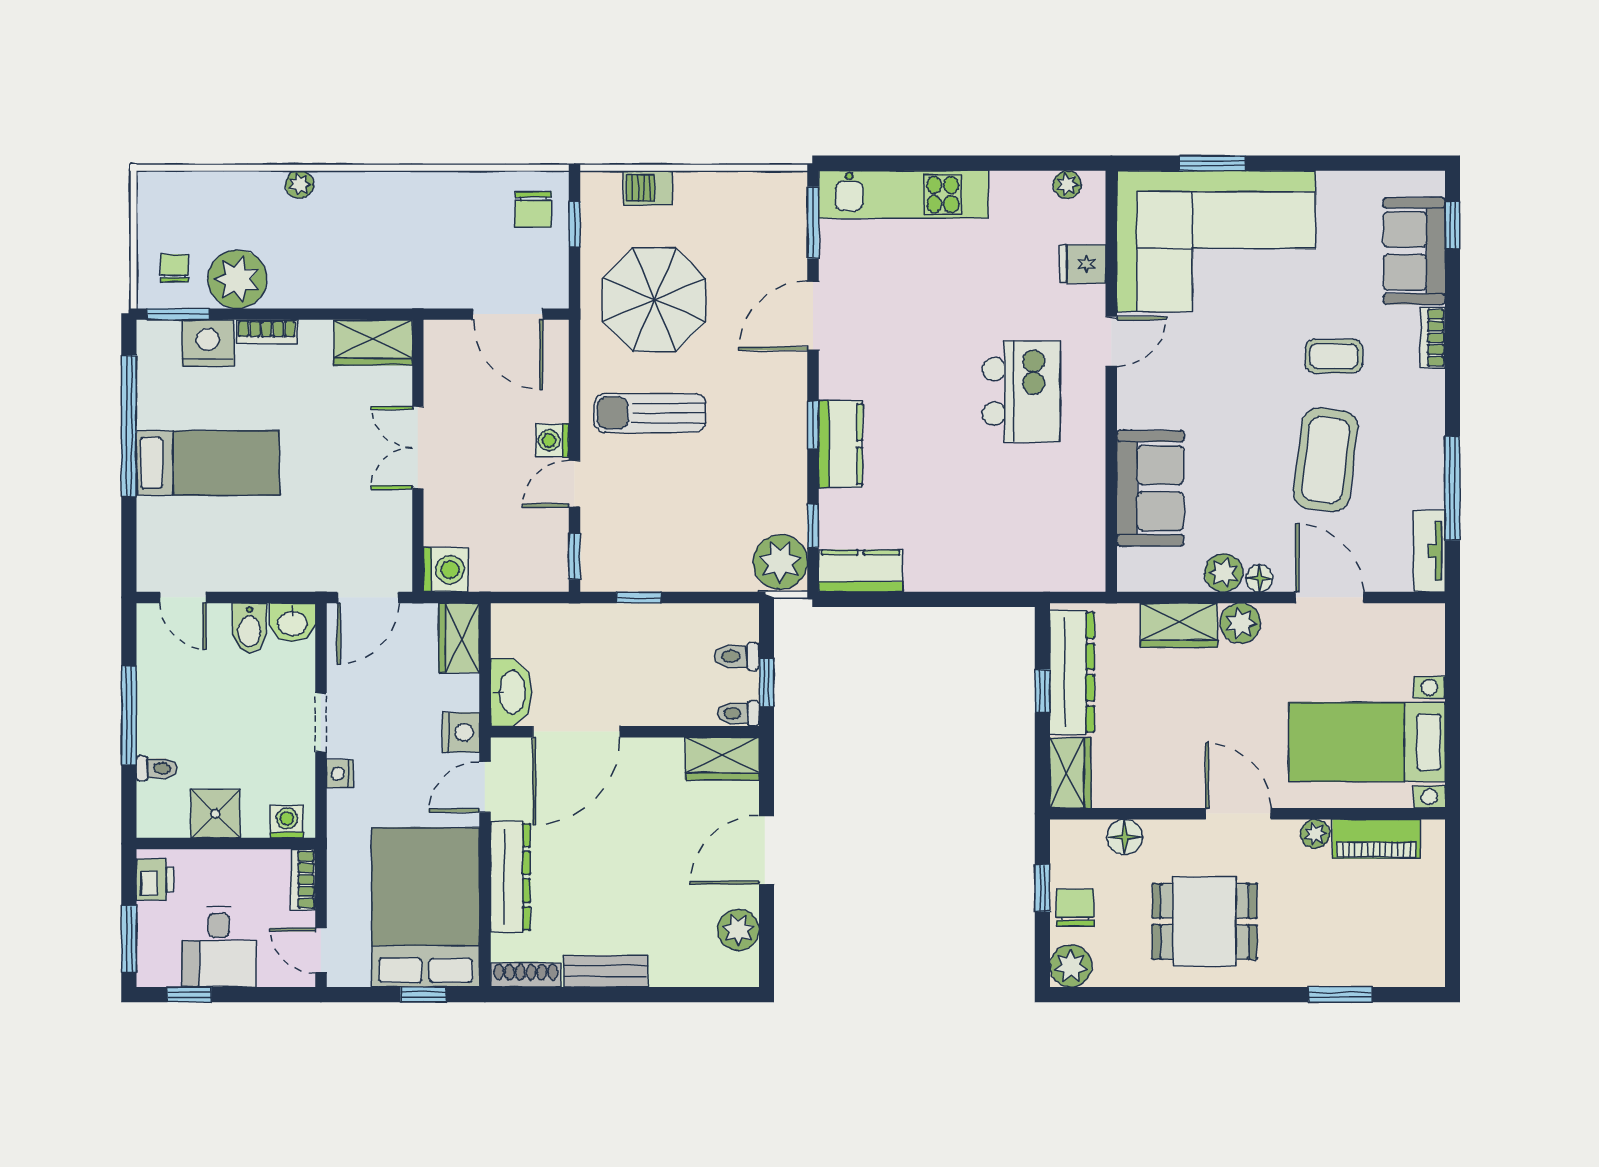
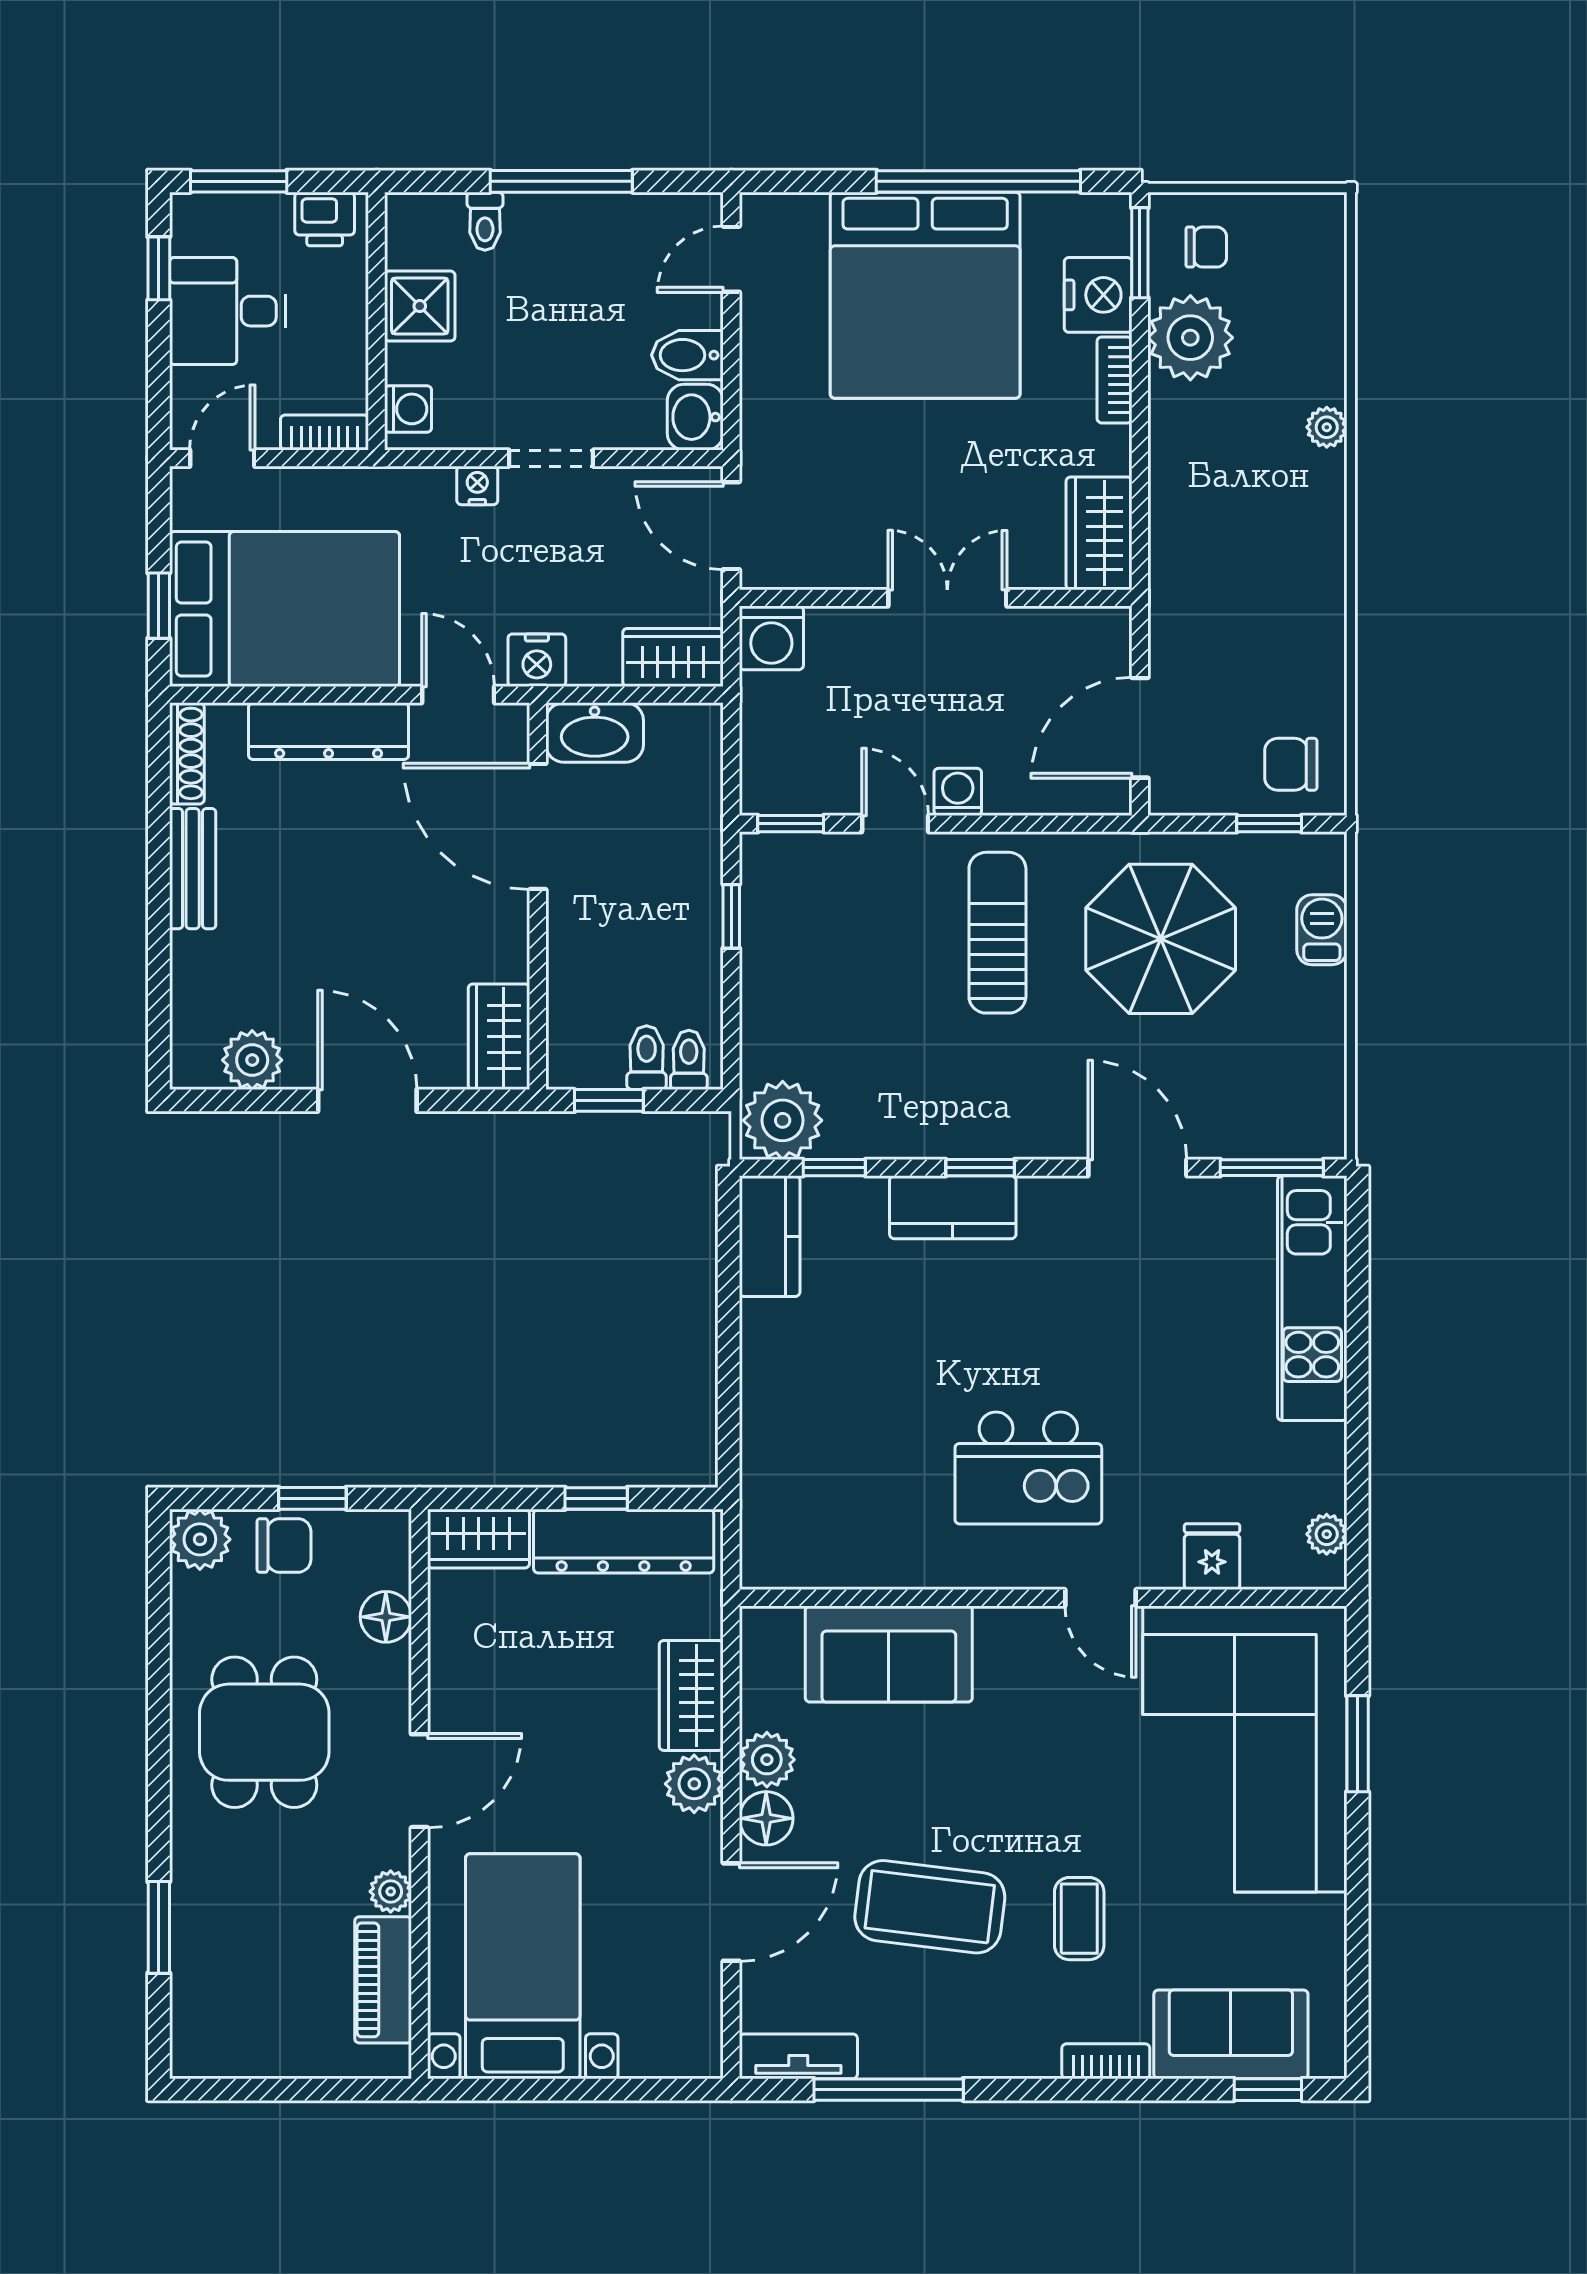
bed: (208, 463) -> (925, 295), width x2.04
floor lamp: (1259, 578) -> (766, 1818), width x1.37, depth x1.37
toilet: (738, 713) -> (689, 1060), moved

